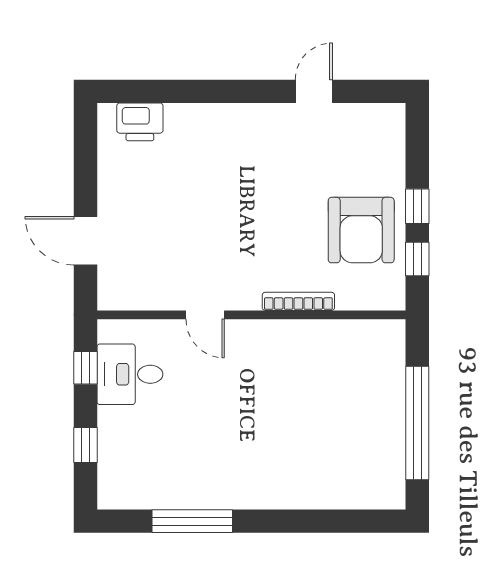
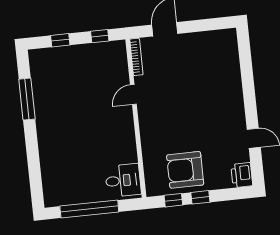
printer: (140, 122) -> (242, 175), moved
bookcase: (298, 301) -> (136, 57), moved
desk: (130, 374) -> (123, 180), moved, turned 90

